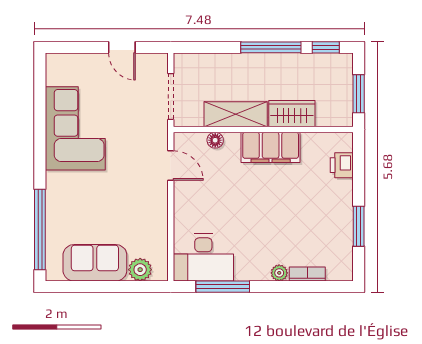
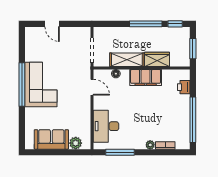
door: (122, 47) -> (52, 24), moved
corner sofa: (75, 128) -> (41, 84), moved
window: (359, 226) -> (193, 120), width x2.11
window: (40, 230) -> (22, 85), moved
desk: (203, 258) -> (106, 126), moved, turned 90

